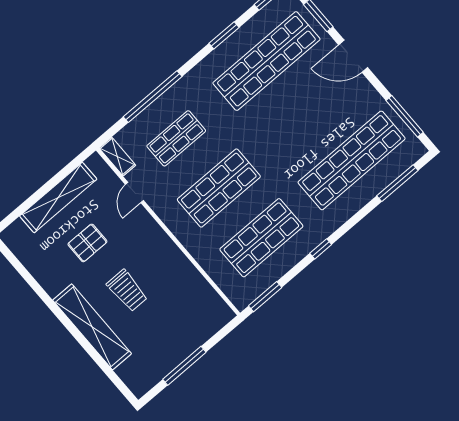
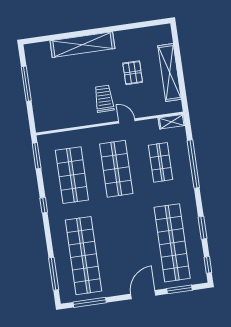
door: (134, 192) -> (127, 121), moved
trolley: (127, 291) -> (104, 99), moved, turned 90

